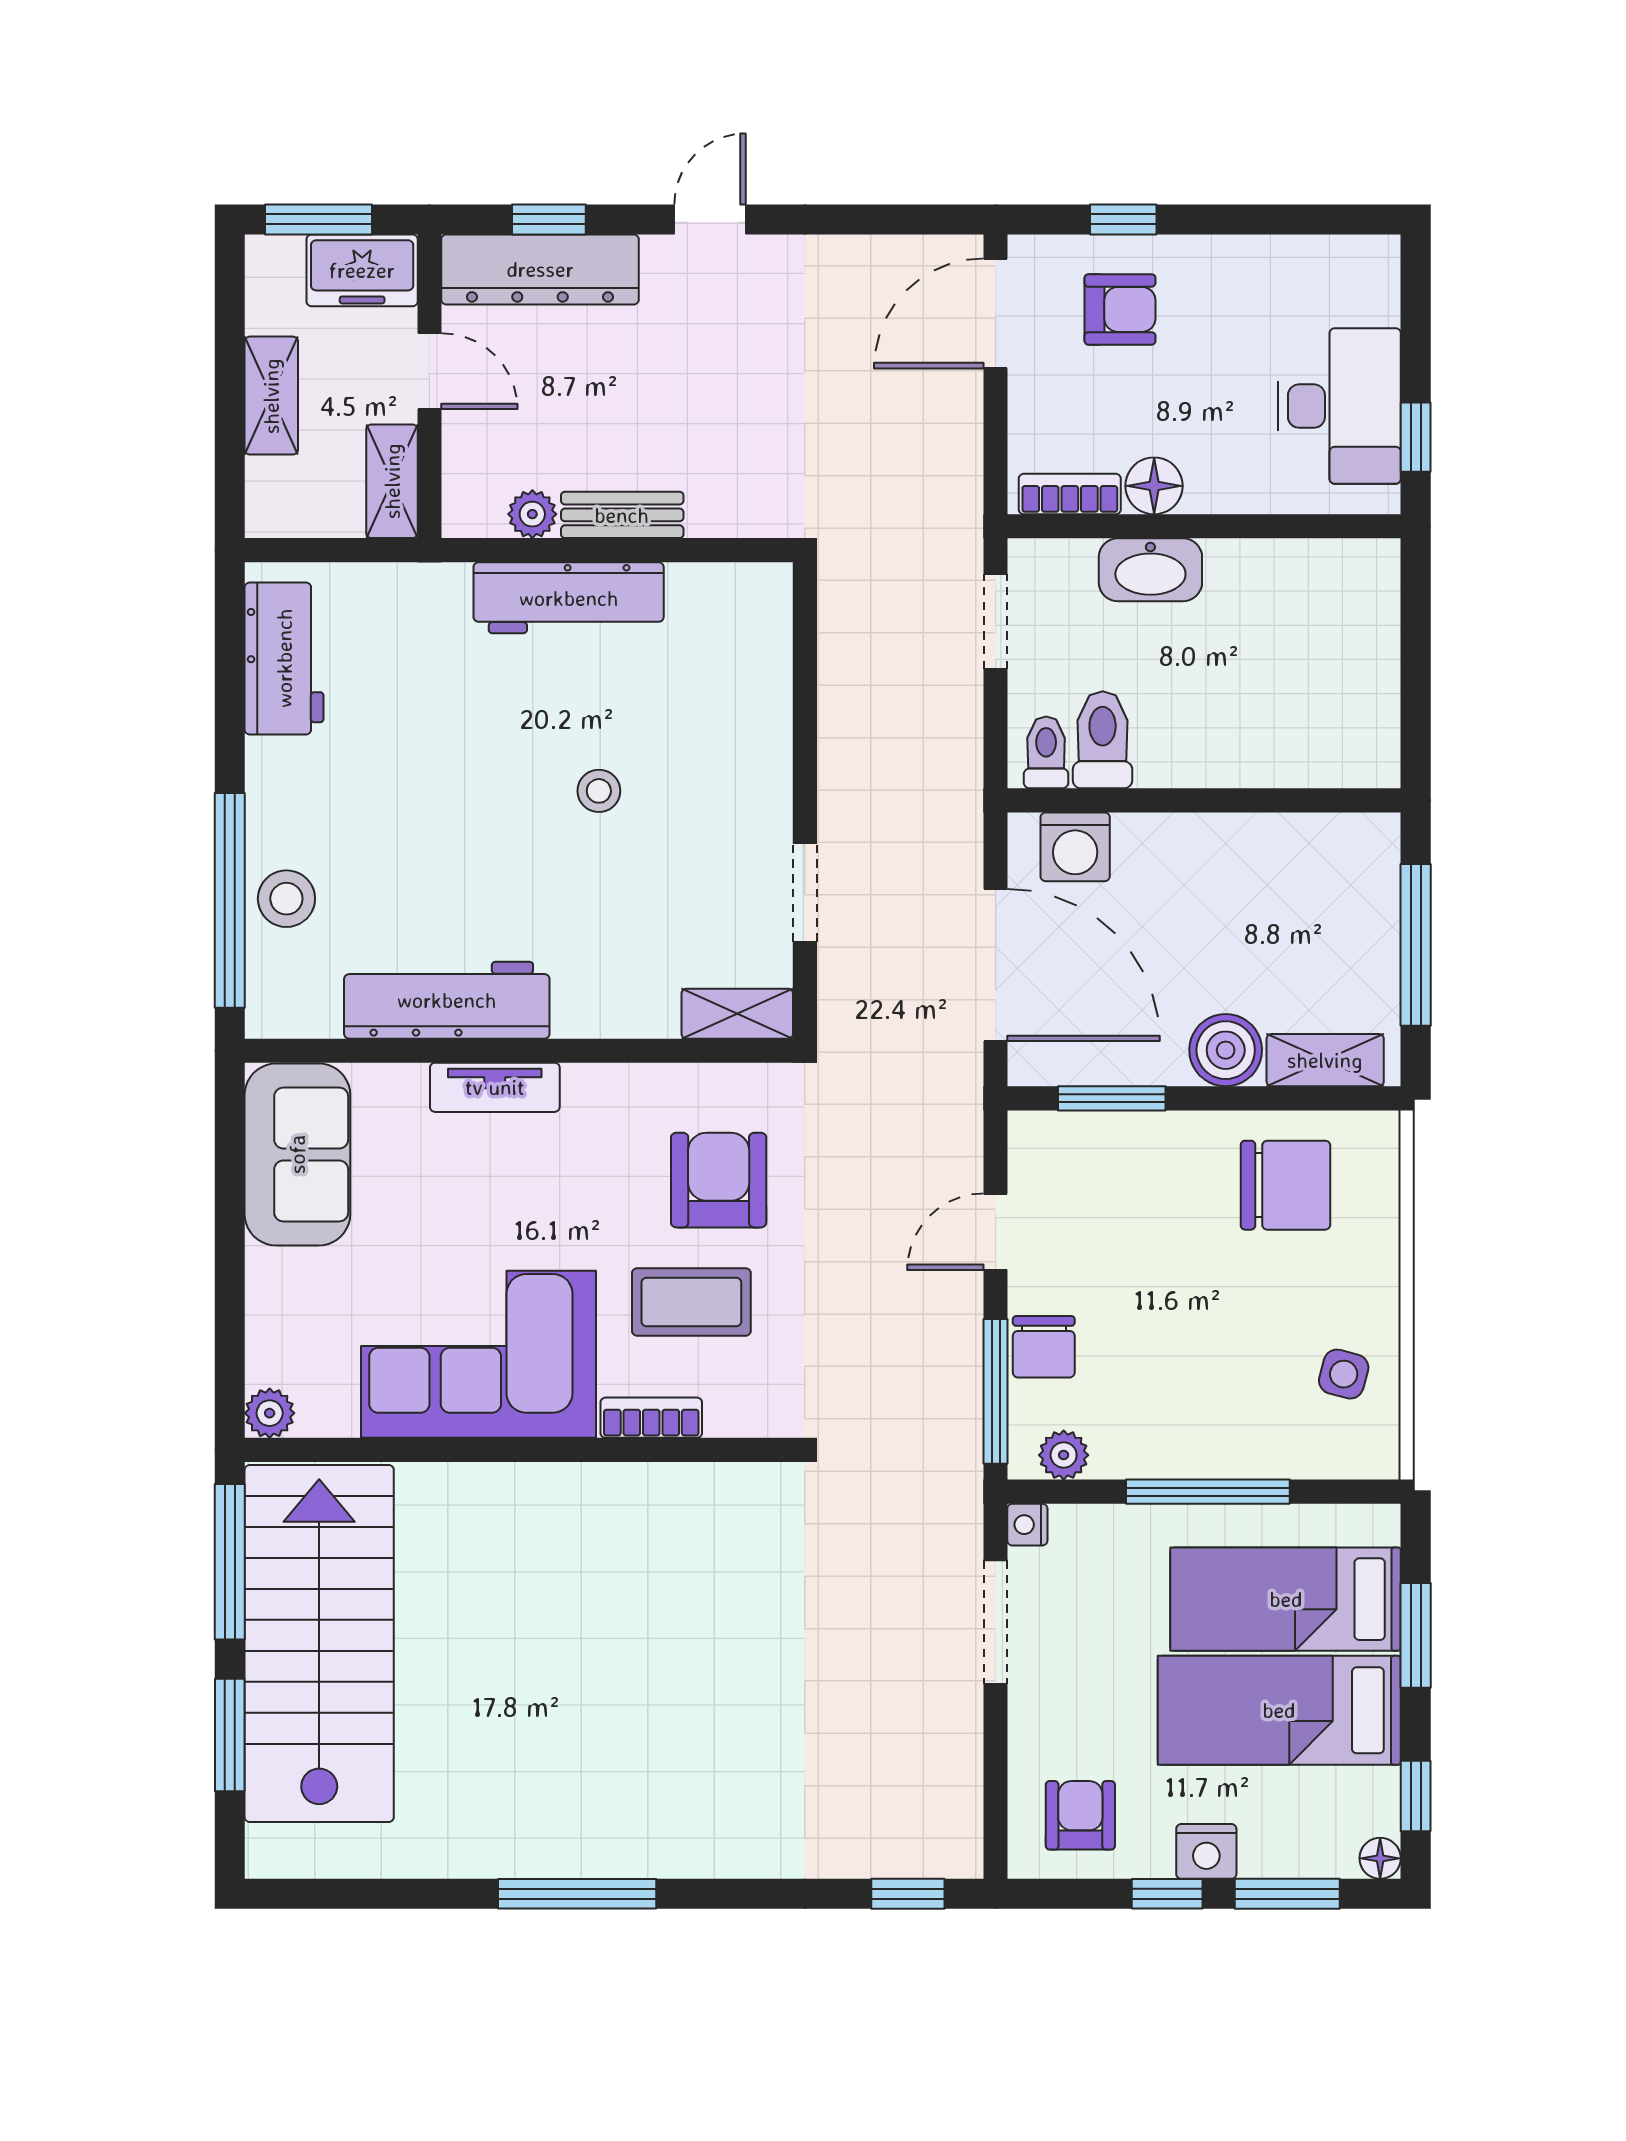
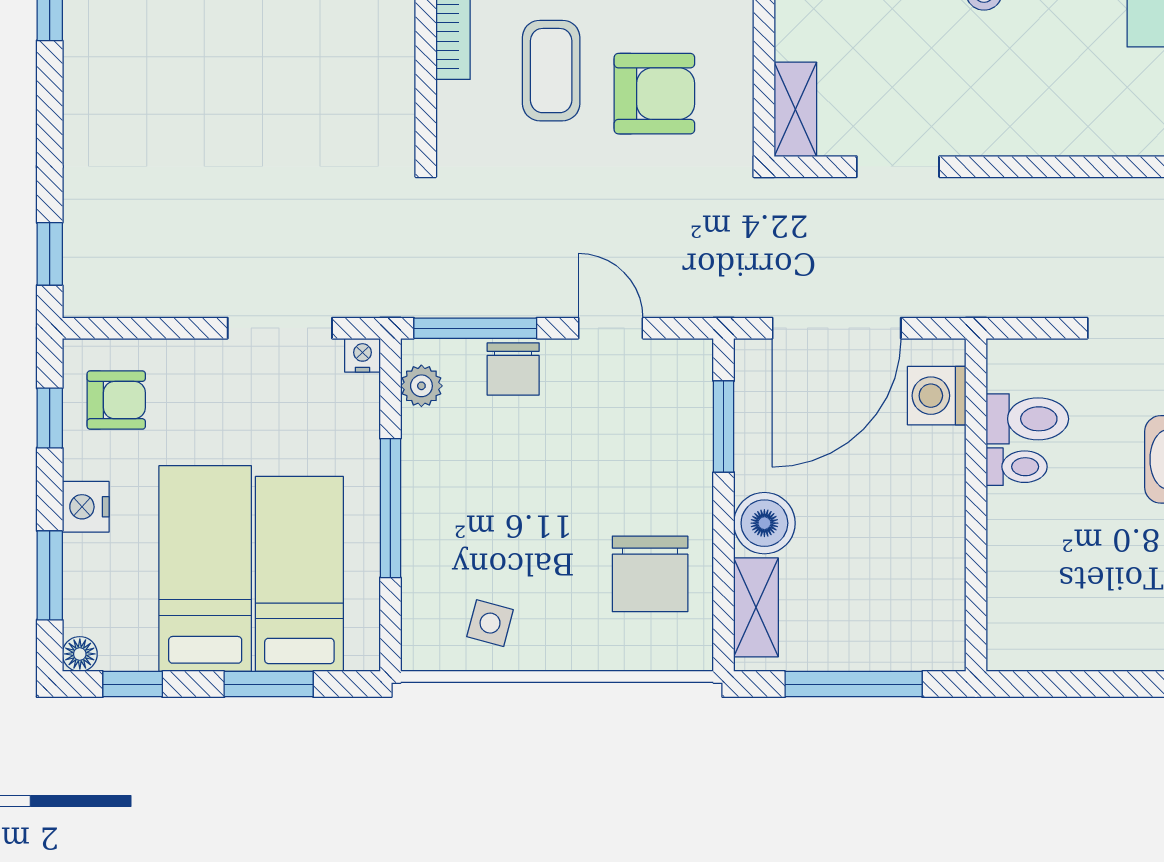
toilet: (1046, 752) -> (1017, 467), moved
chair: (1044, 1347) -> (513, 369), turned -90
window: (1167, 1894) -> (50, 418), moved

